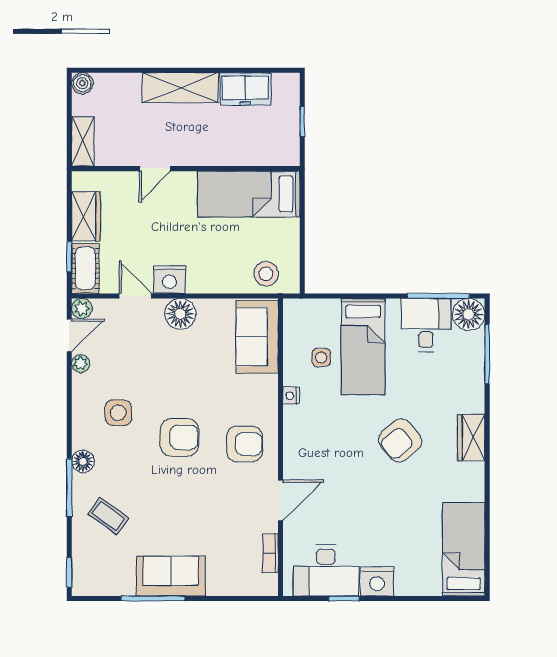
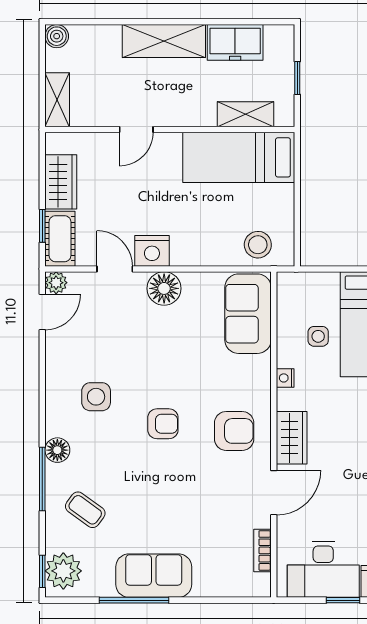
shelving: (255, 155) -> (246, 114), added
plant: (81, 363) -> (63, 571), moved, width x1.88, depth x1.88
armchair: (179, 437) -> (163, 424), width x0.72, depth x0.72
wardrobe: (297, 450) -> (292, 438), added

